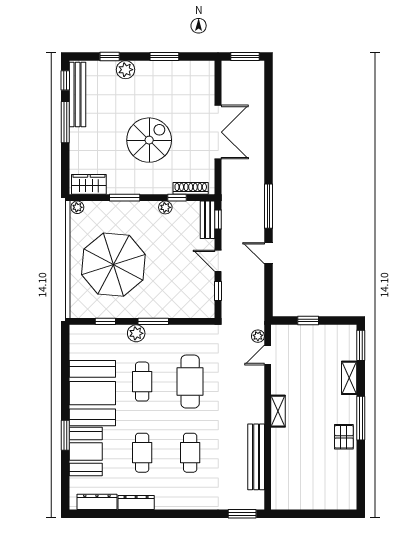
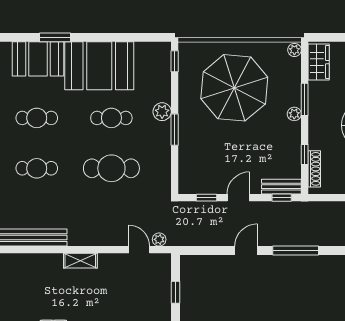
plant: (165, 207) -> (294, 114), moved
window: (105, 321) -> (175, 61), moved

